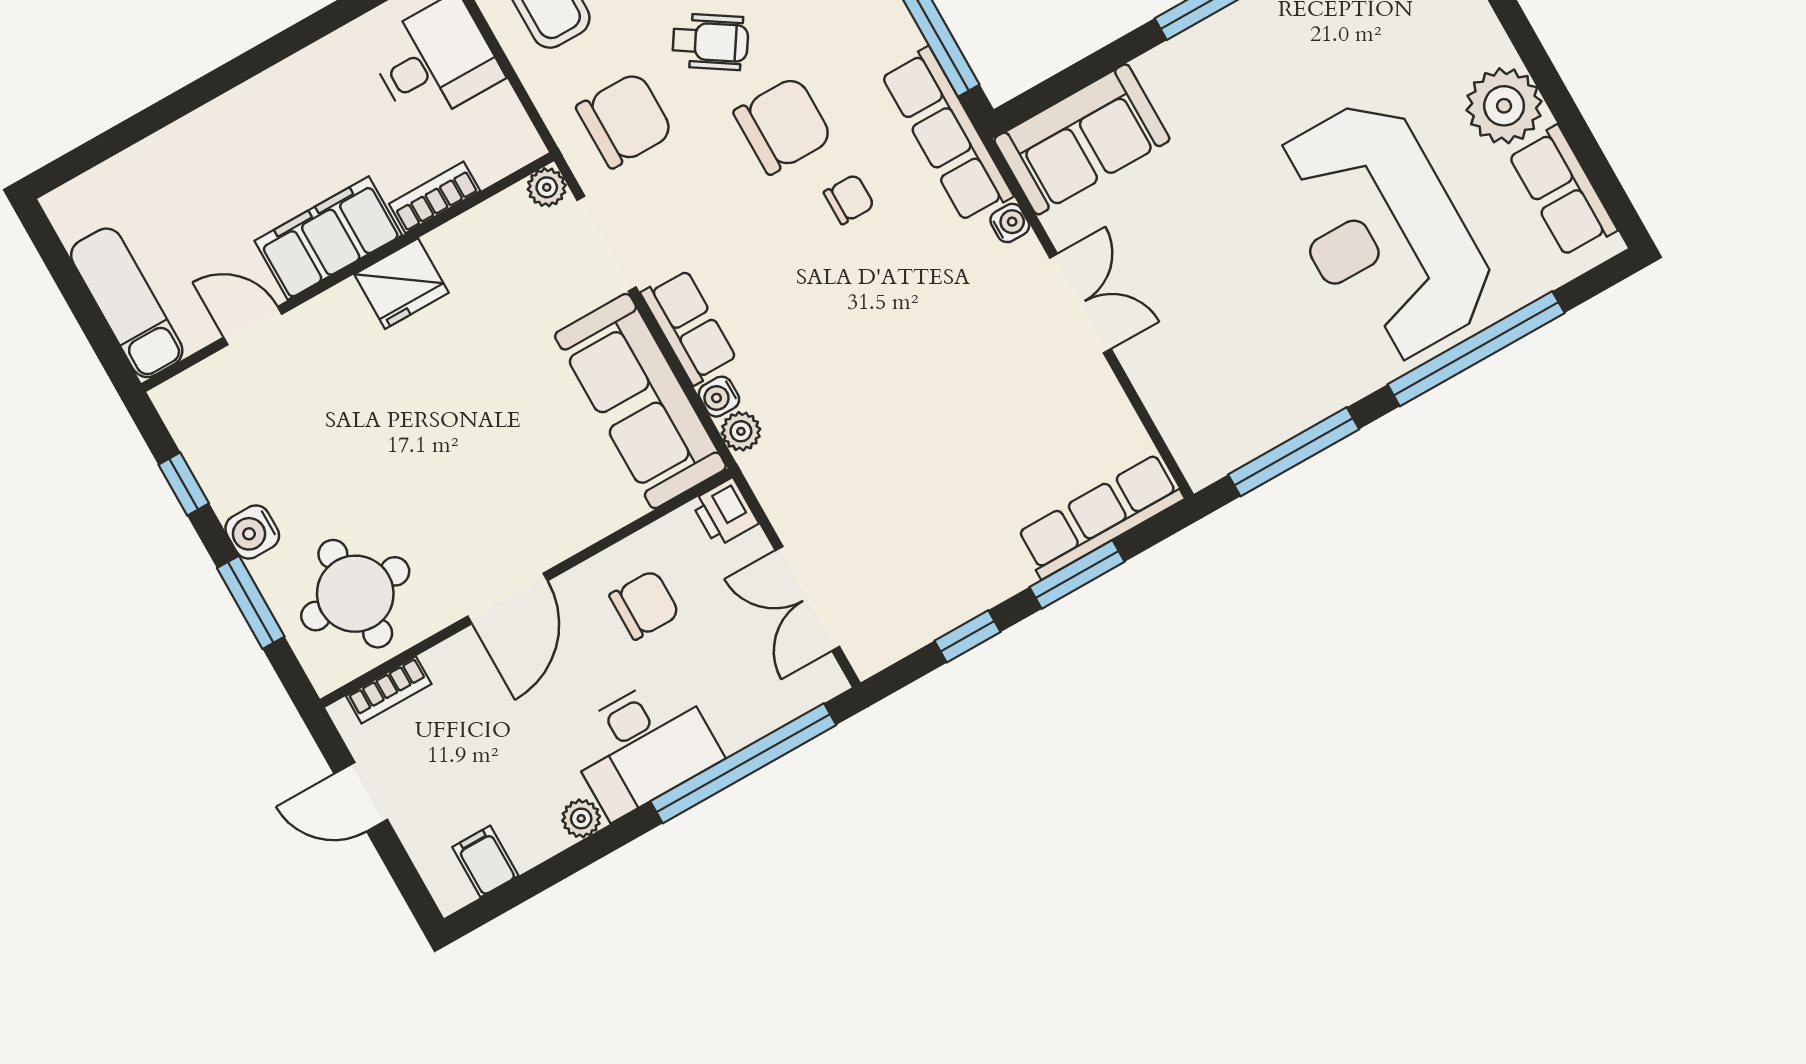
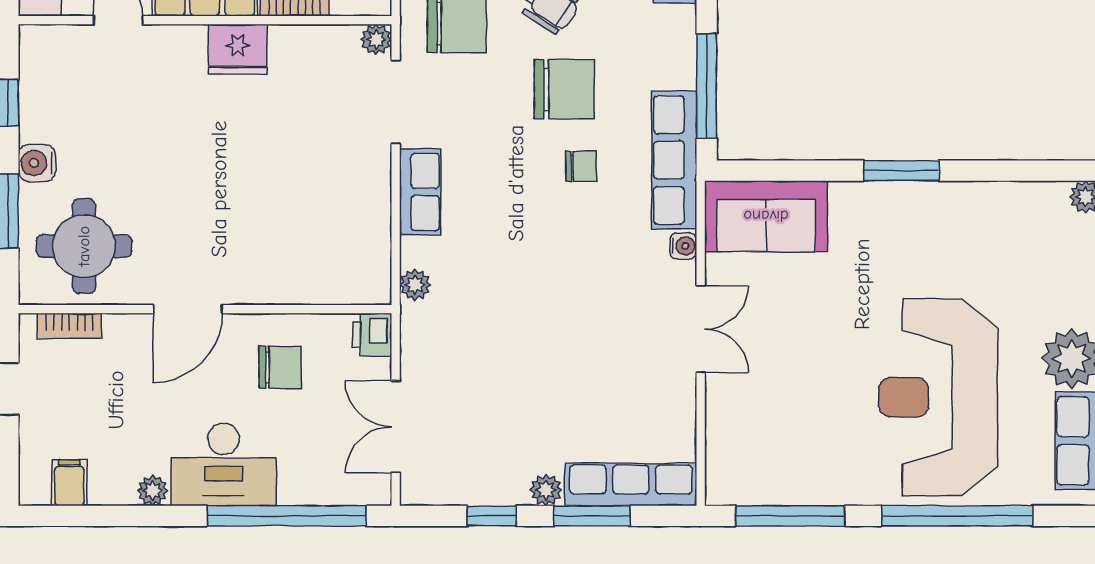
water cooler: (719, 397) -> (413, 252), removed
sofa: (640, 401) -> (357, 224), removed
plant: (1011, 575) -> (546, 490), added

